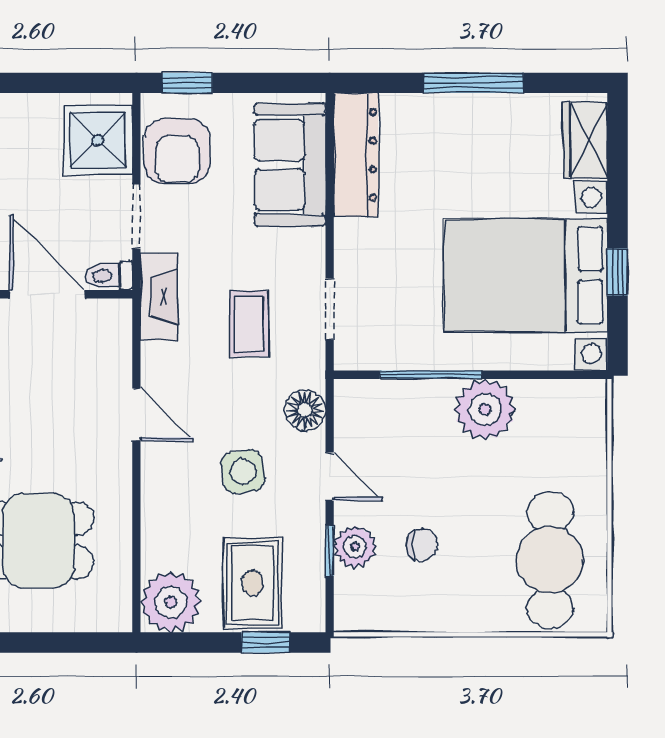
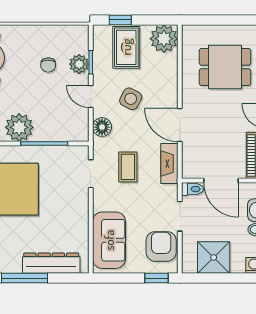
shower: (98, 140) -> (214, 257), moved
dresser: (356, 155) -> (51, 263), moved, turned 90
fireplace: (159, 297) -> (169, 164), moved
door: (136, 415) -> (180, 125), width x1.38
side table: (243, 471) -> (131, 99), turned 37
chair: (422, 545) -> (48, 65), turned -90

